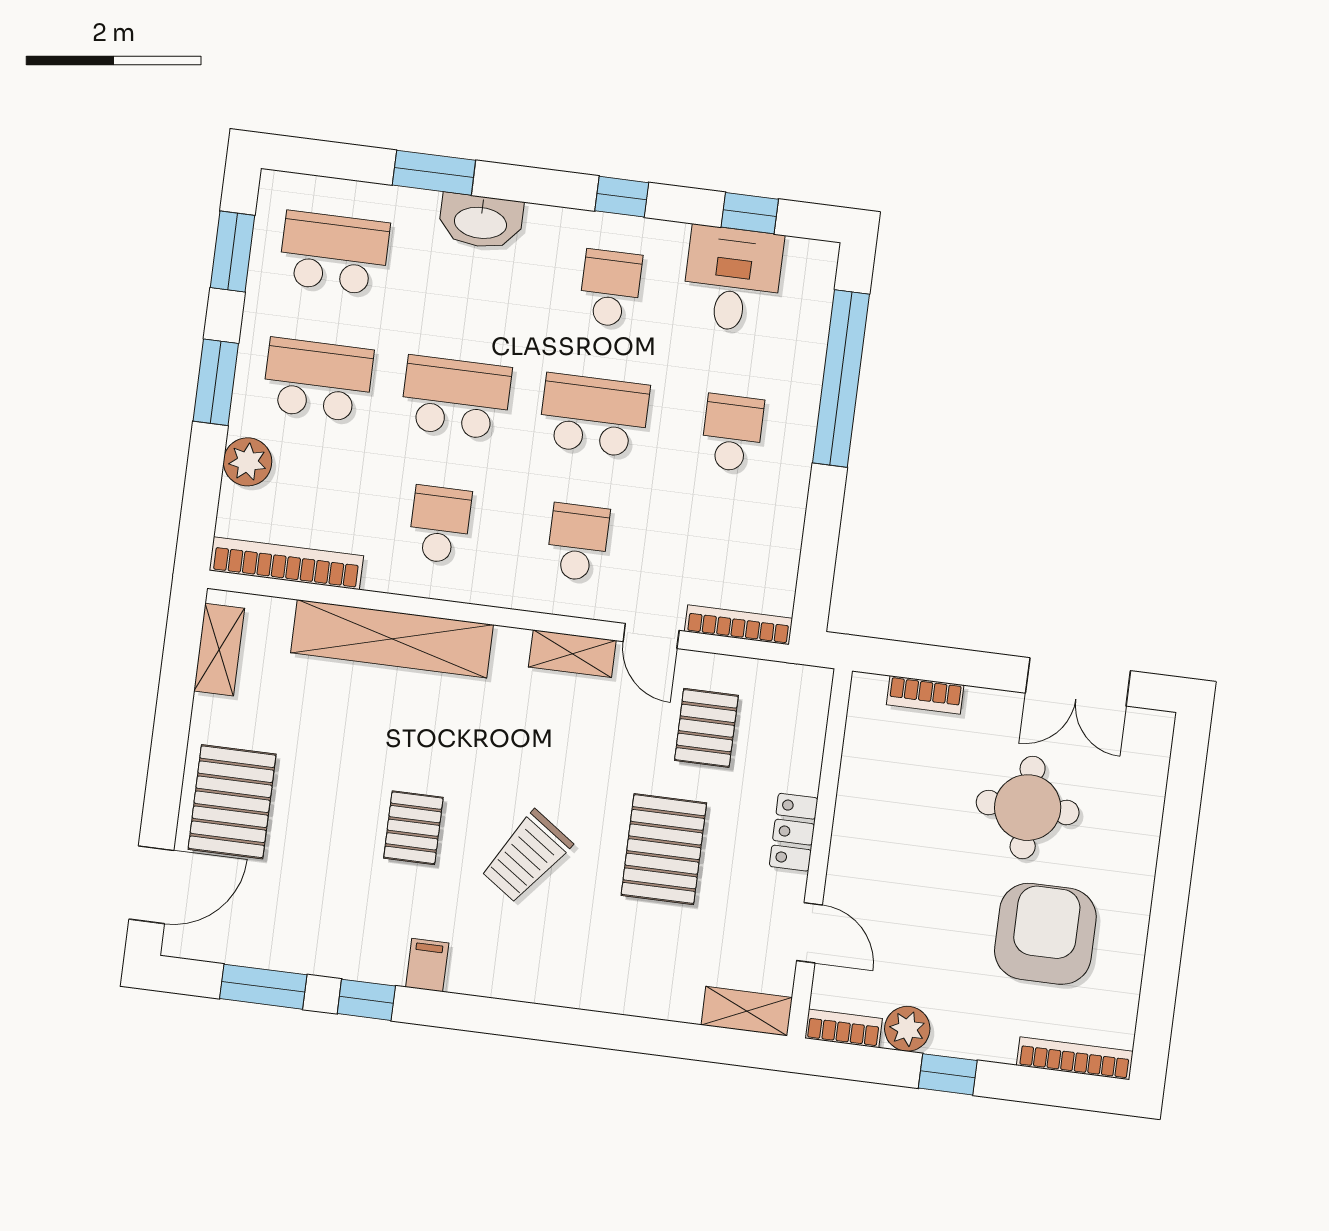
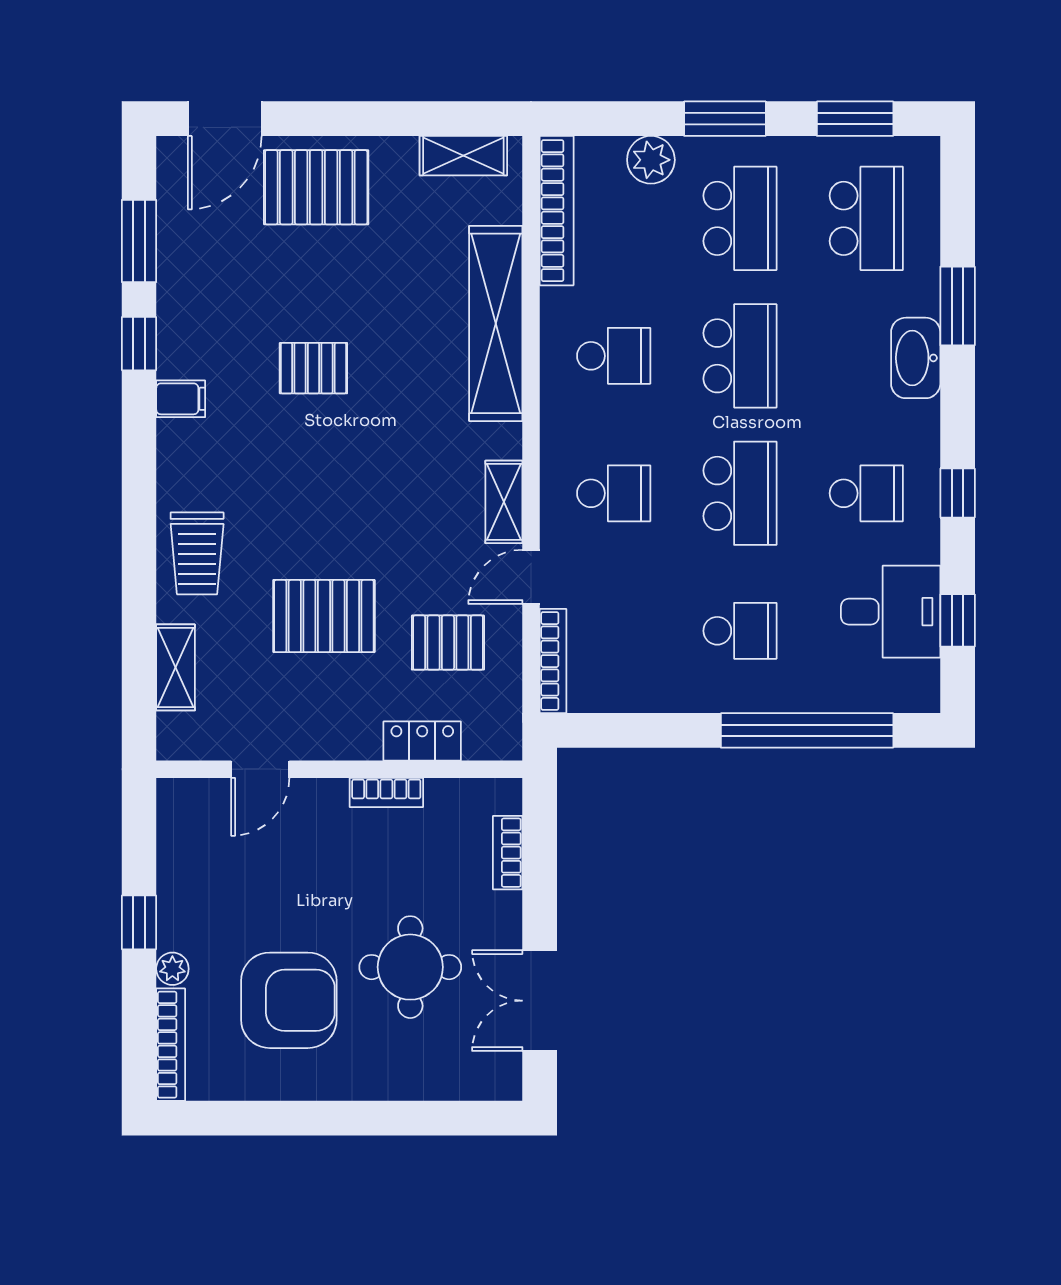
locker: (794, 832) -> (422, 741), moved
trolley: (526, 857) -> (197, 553), moved, turned -125
door: (151, 885) -> (225, 119), hinge flipped
shelving: (747, 1011) -> (176, 667), moved
bookcase: (844, 1028) -> (386, 793), moved, turned 90
plant: (907, 1029) -> (172, 969), moved, width x0.73, depth x0.73

